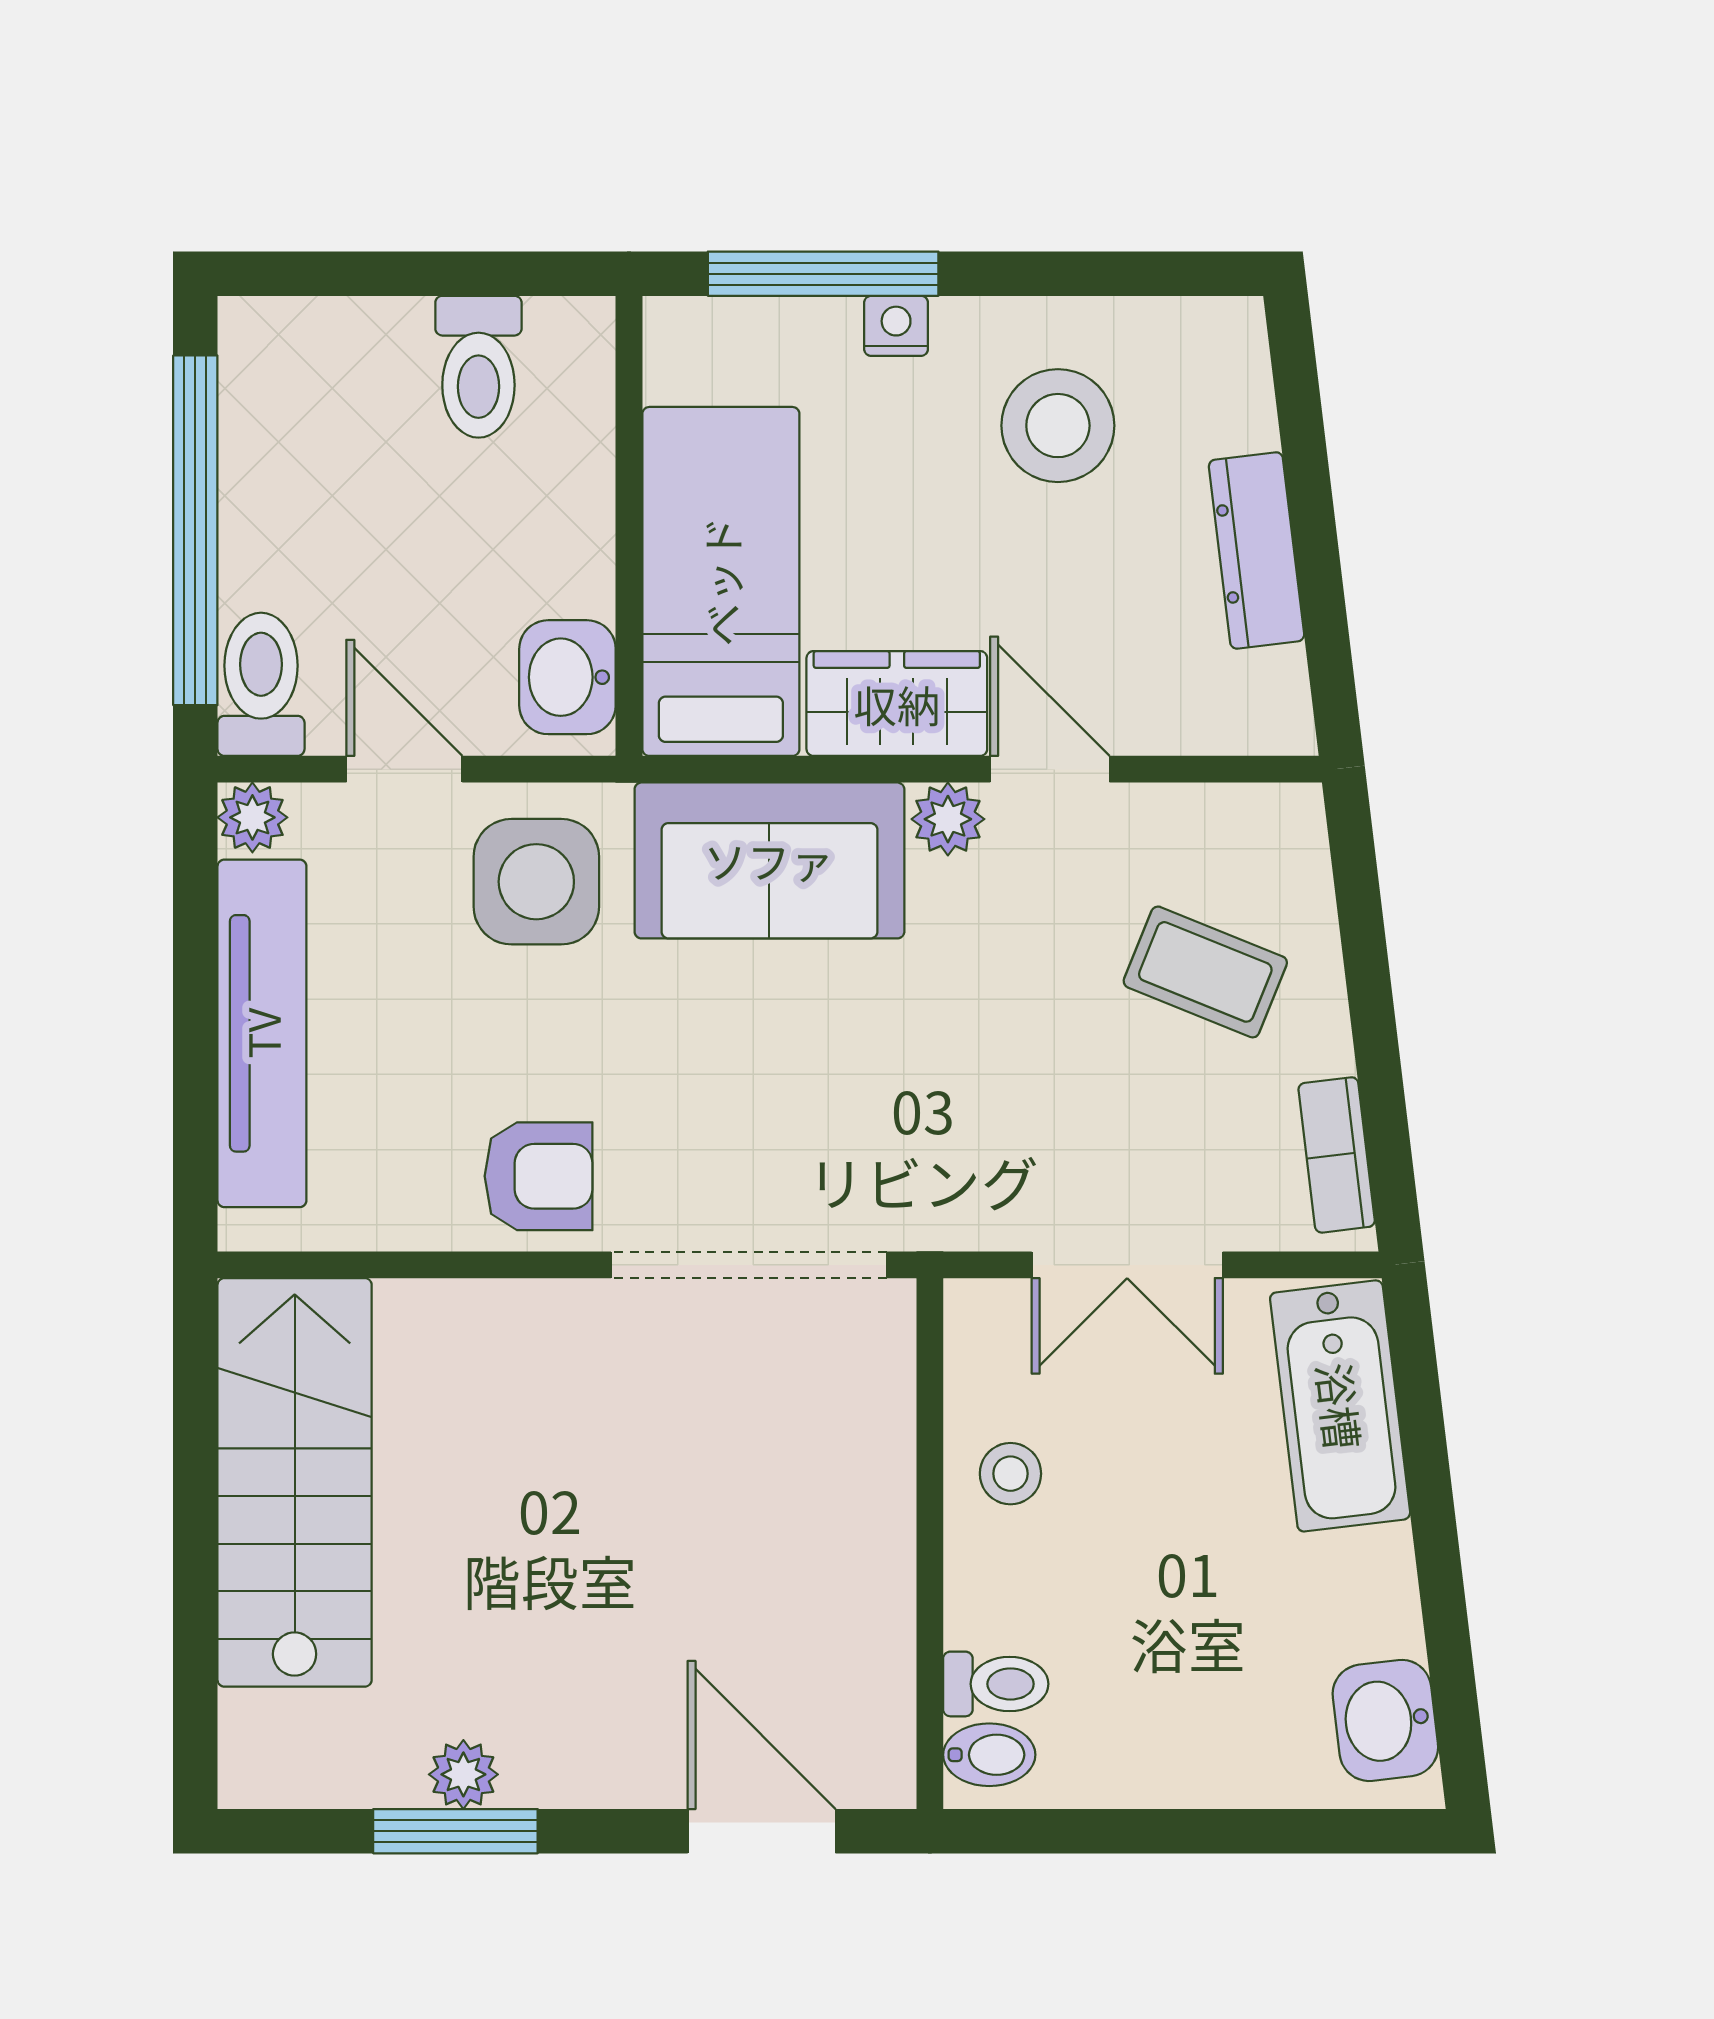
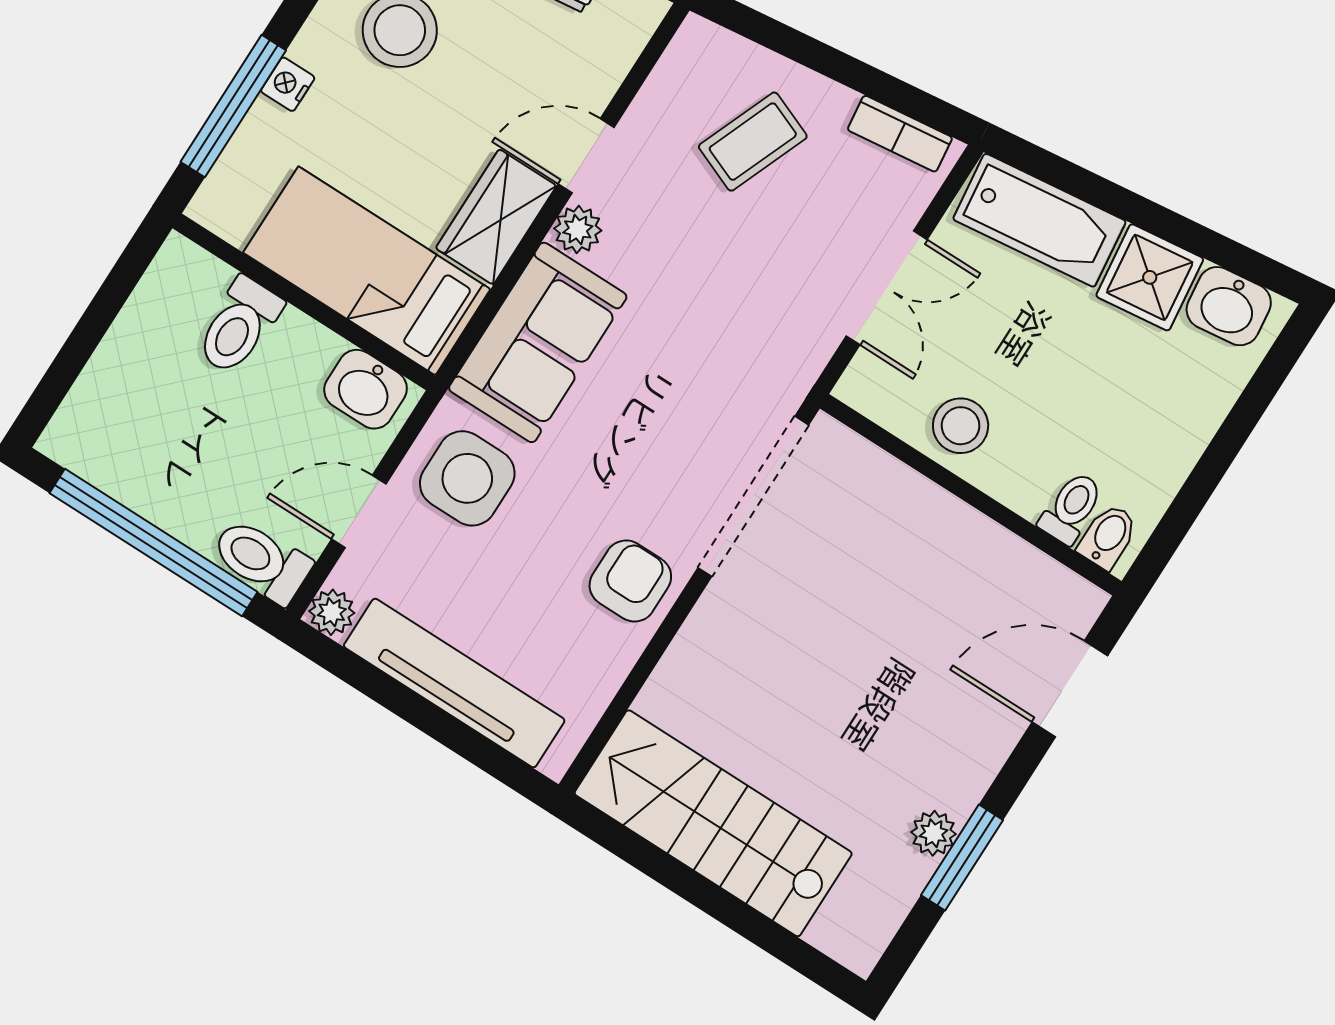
toilet: (478, 367) -> (239, 326), moved, turned 90
stool: (1010, 1474) -> (961, 426), width x1.37, depth x1.37
shower: (1357, 1595) -> (1150, 277), added

